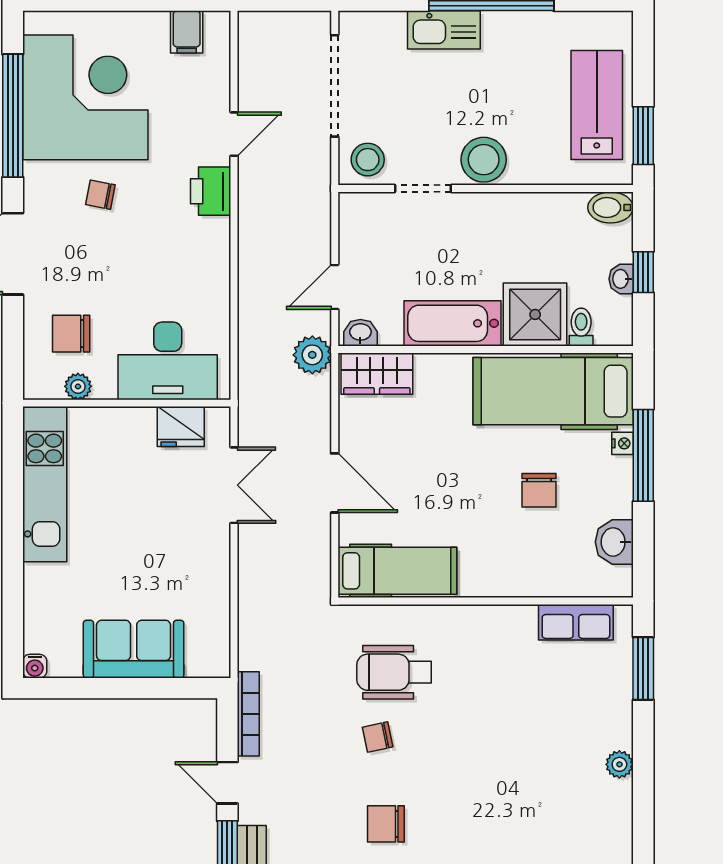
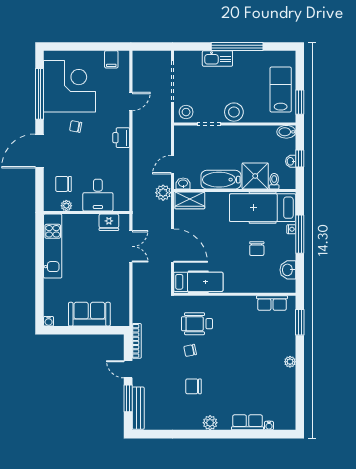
printer: (211, 191) -> (121, 138), moved
desk: (168, 361) -> (98, 195), width x0.73
door: (335, 483) -> (172, 246), width x1.36

